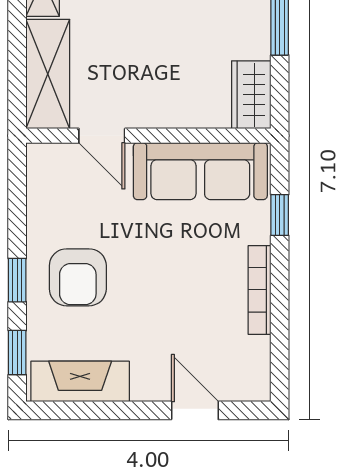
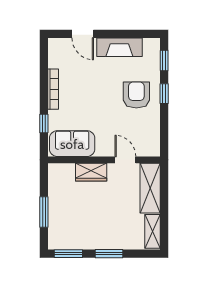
wardrobe: (251, 95) -> (91, 172), moved, turned 90
sofa: (200, 171) -> (72, 144), width x0.73
fireplace: (80, 381) -> (119, 47), moved

